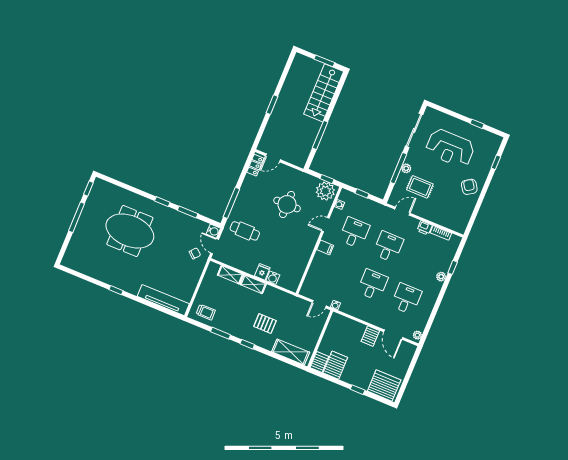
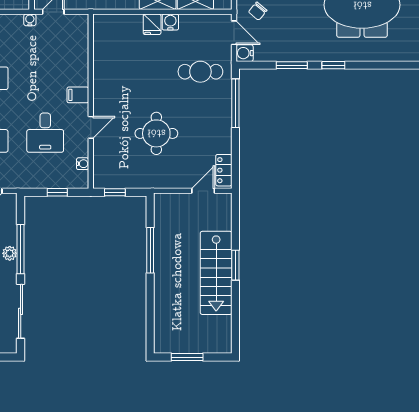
stairs: (324, 93) -> (216, 273), moved, turned 180
plant: (325, 191) -> (110, 174), removed
water cooler: (273, 278) -> (170, 22), moved

